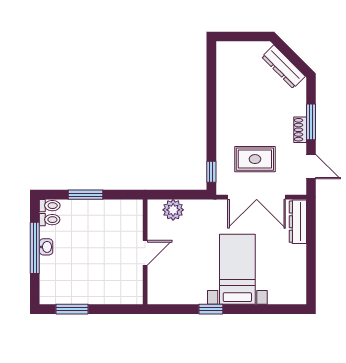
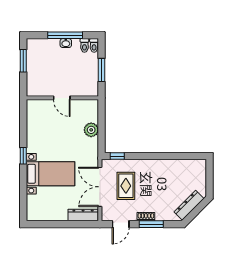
wall: (145, 252) -> (62, 98), moved
door: (145, 253) -> (62, 98), moved

